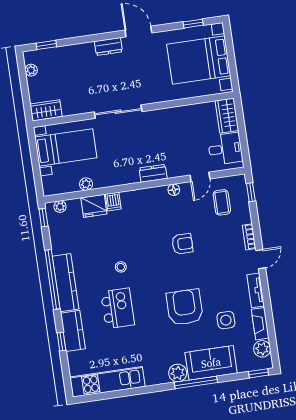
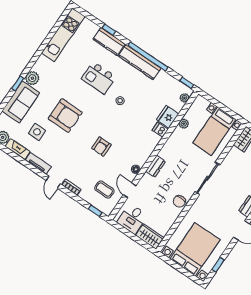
chair: (166, 118) -> (179, 201), added
window: (196, 382) -> (18, 83), width x0.46

